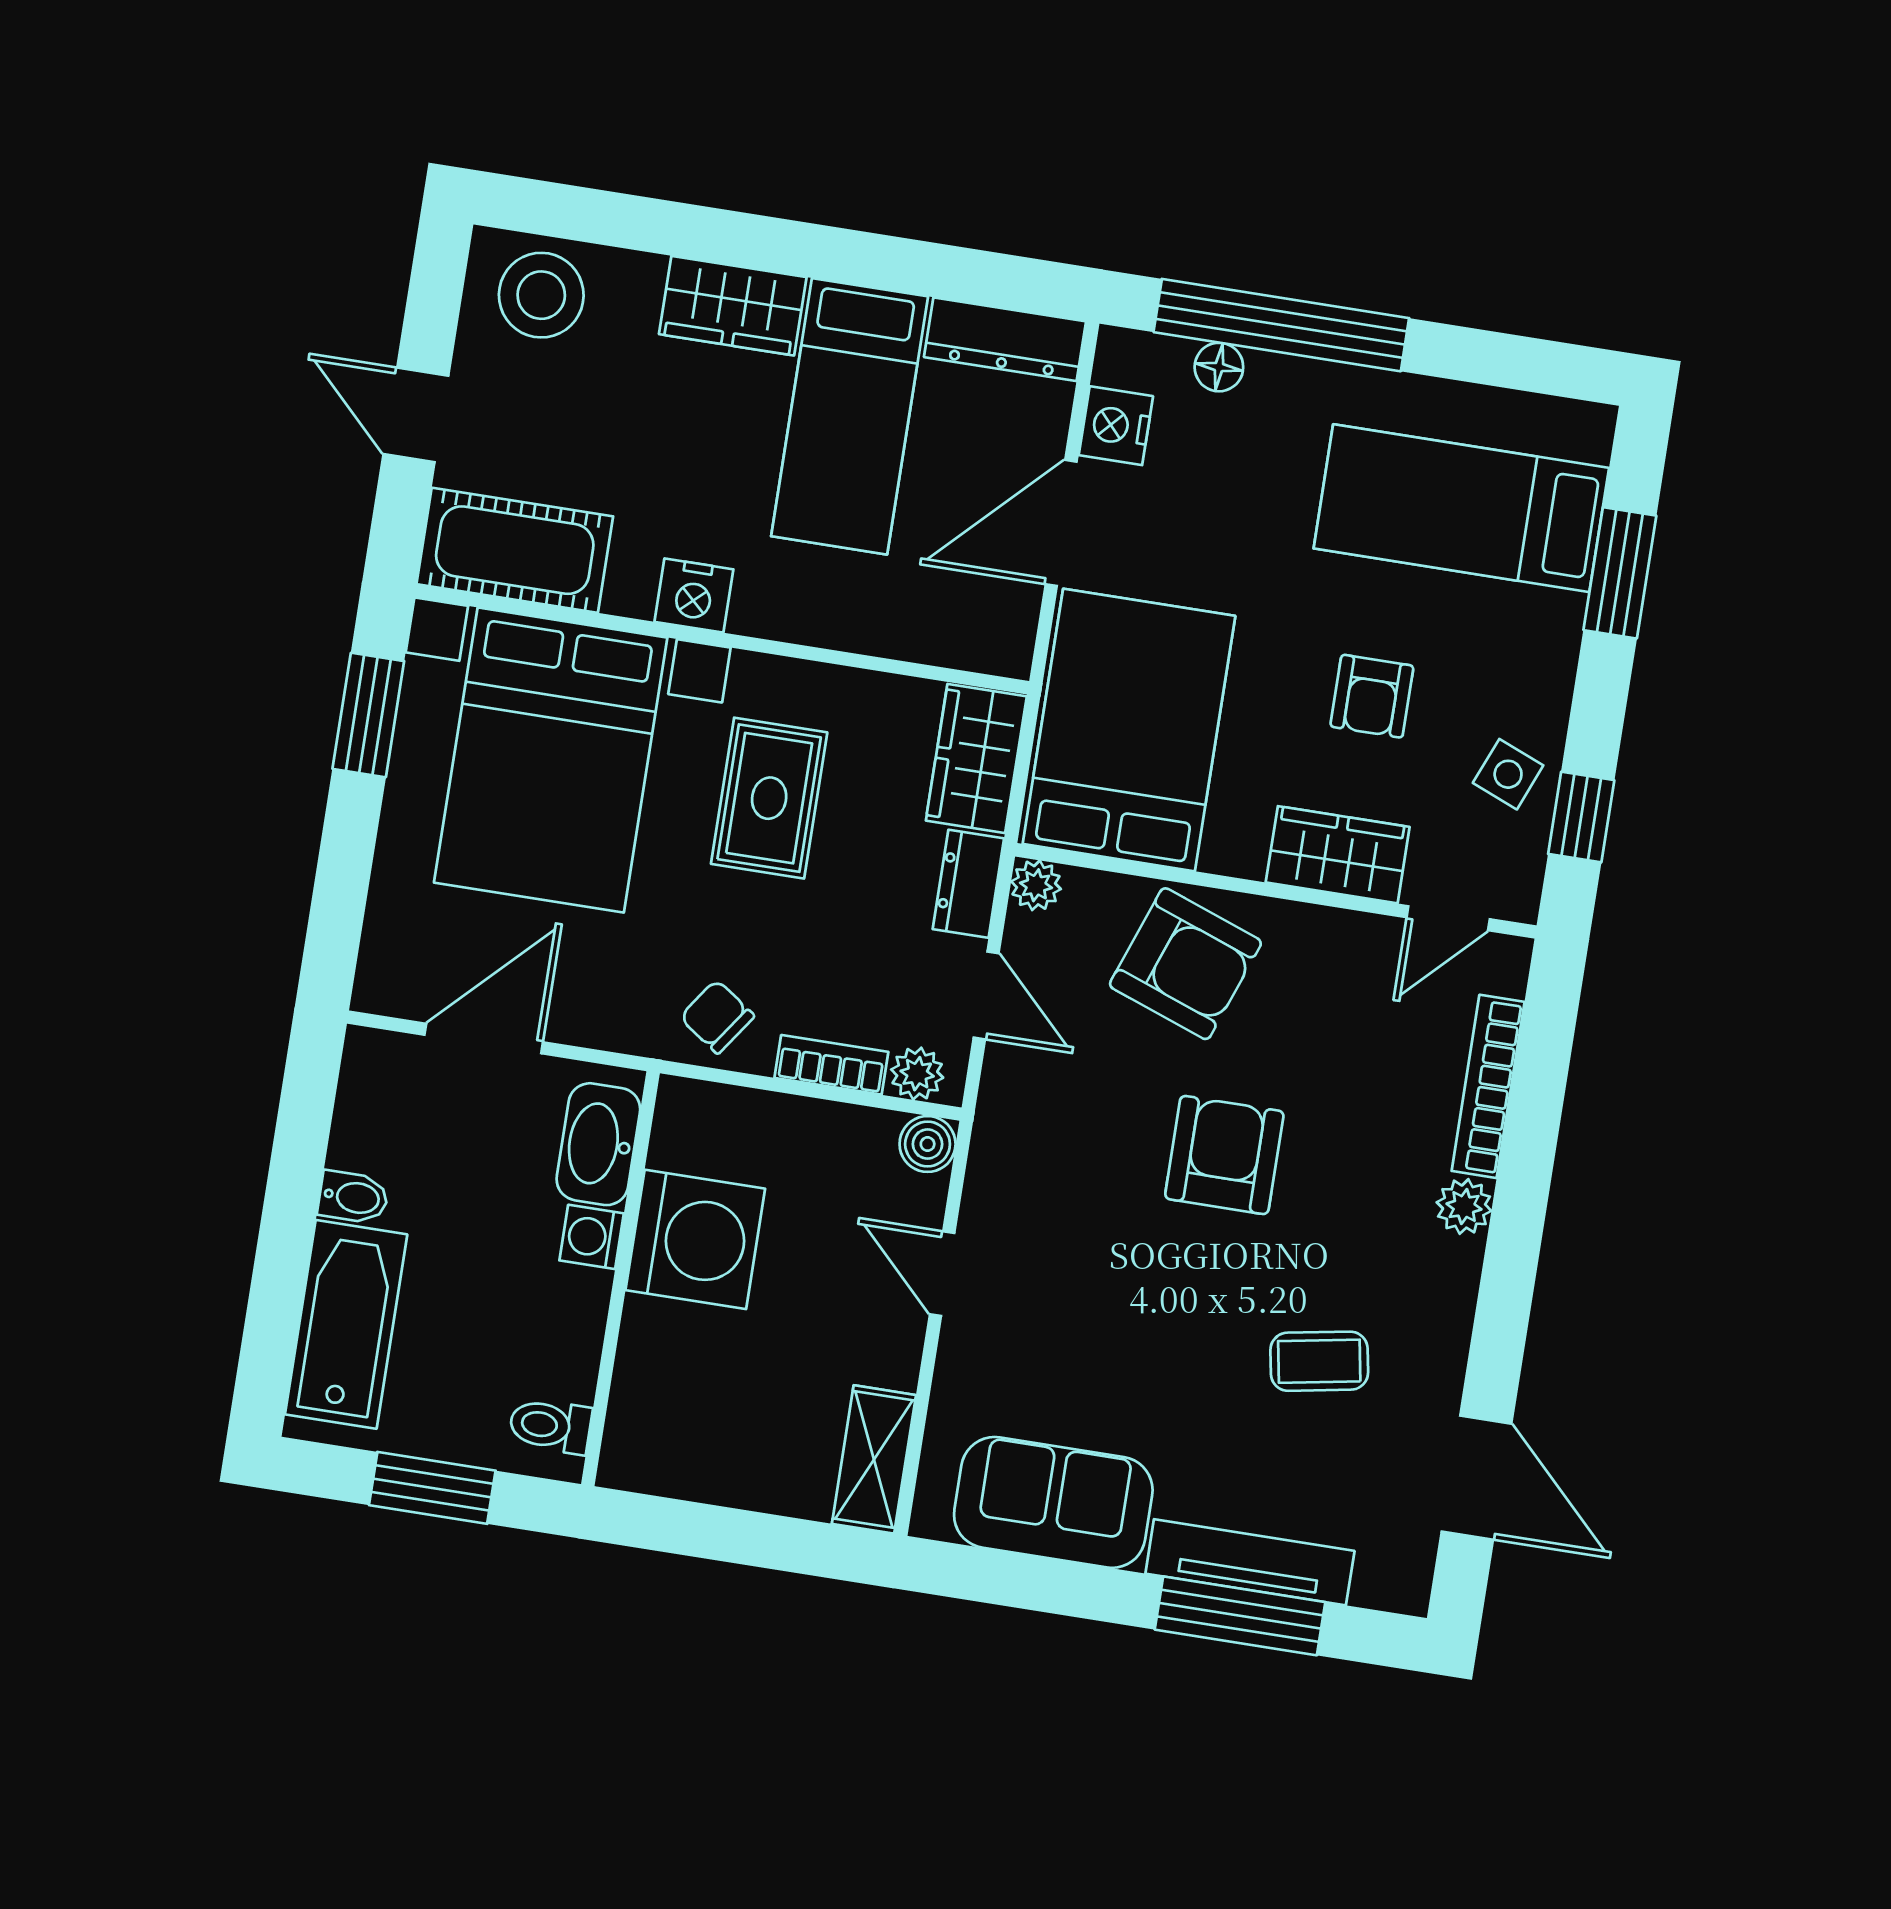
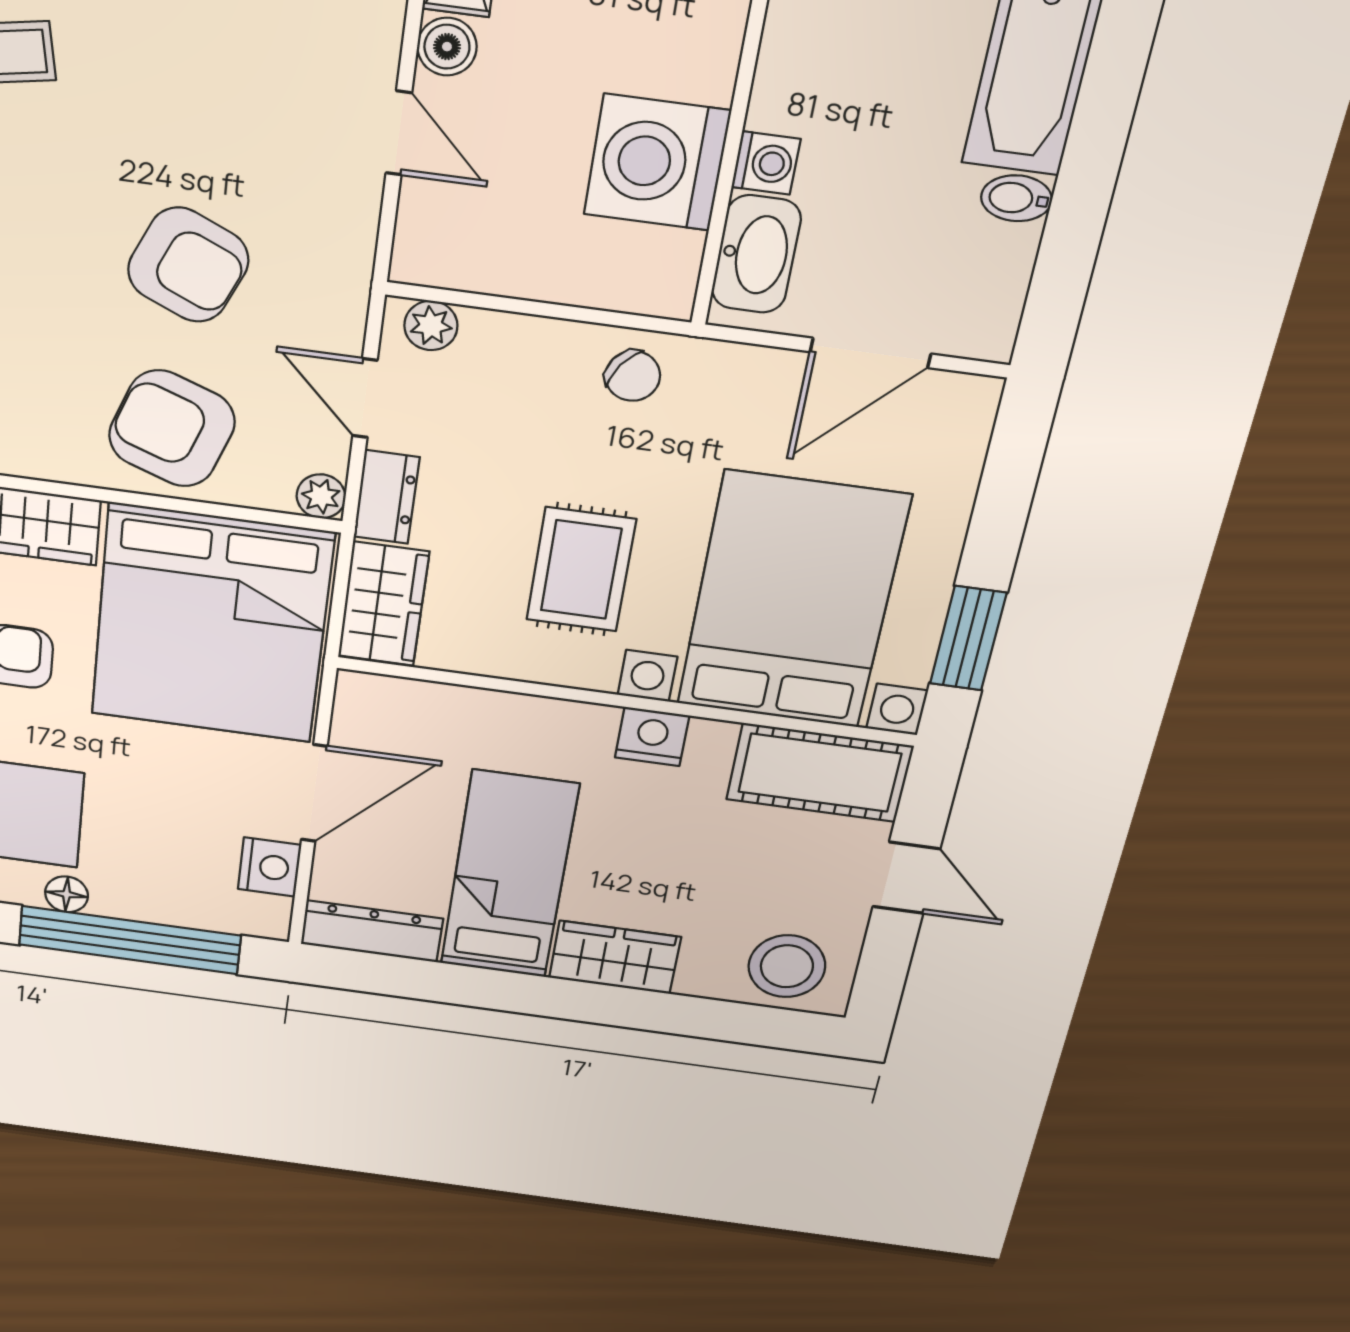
floor lamp: (1219, 367) -> (67, 894), moved
bed: (1129, 730) -> (211, 624), width x1.36
bookcase: (831, 1065) -> (517, 333), removed
boiler: (928, 1144) -> (447, 47), moved
armchair: (1224, 1155) -> (188, 265), moved, turned -66

